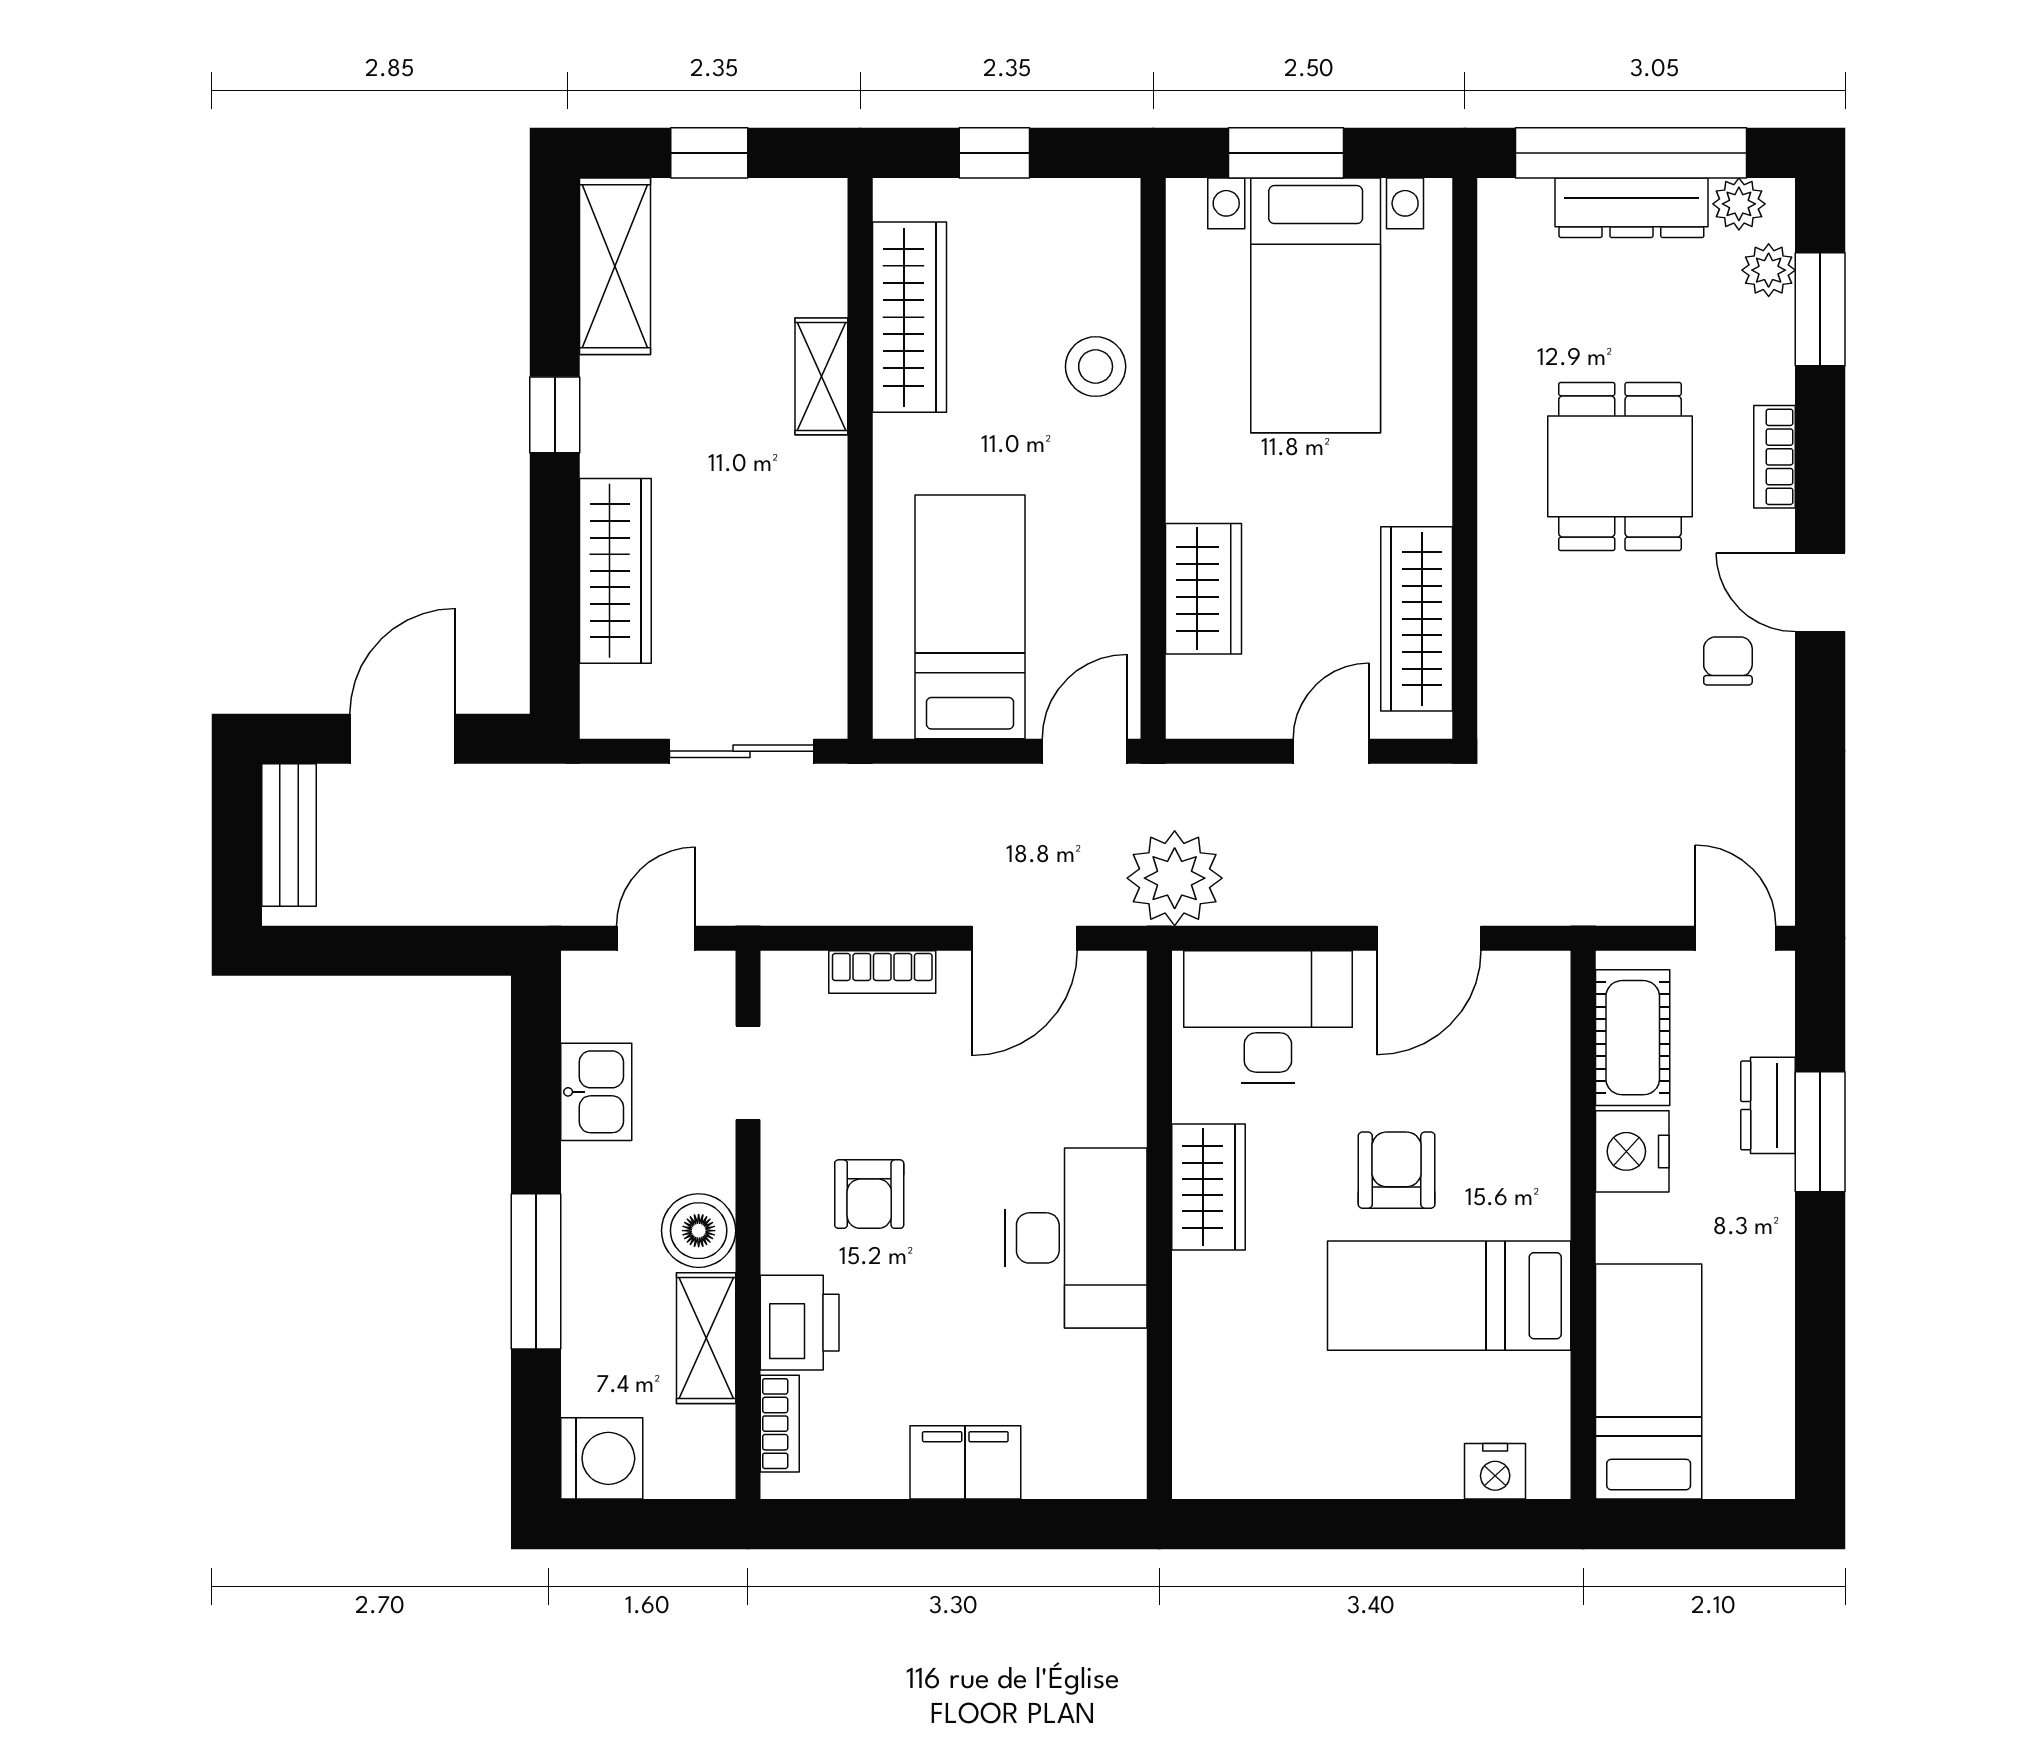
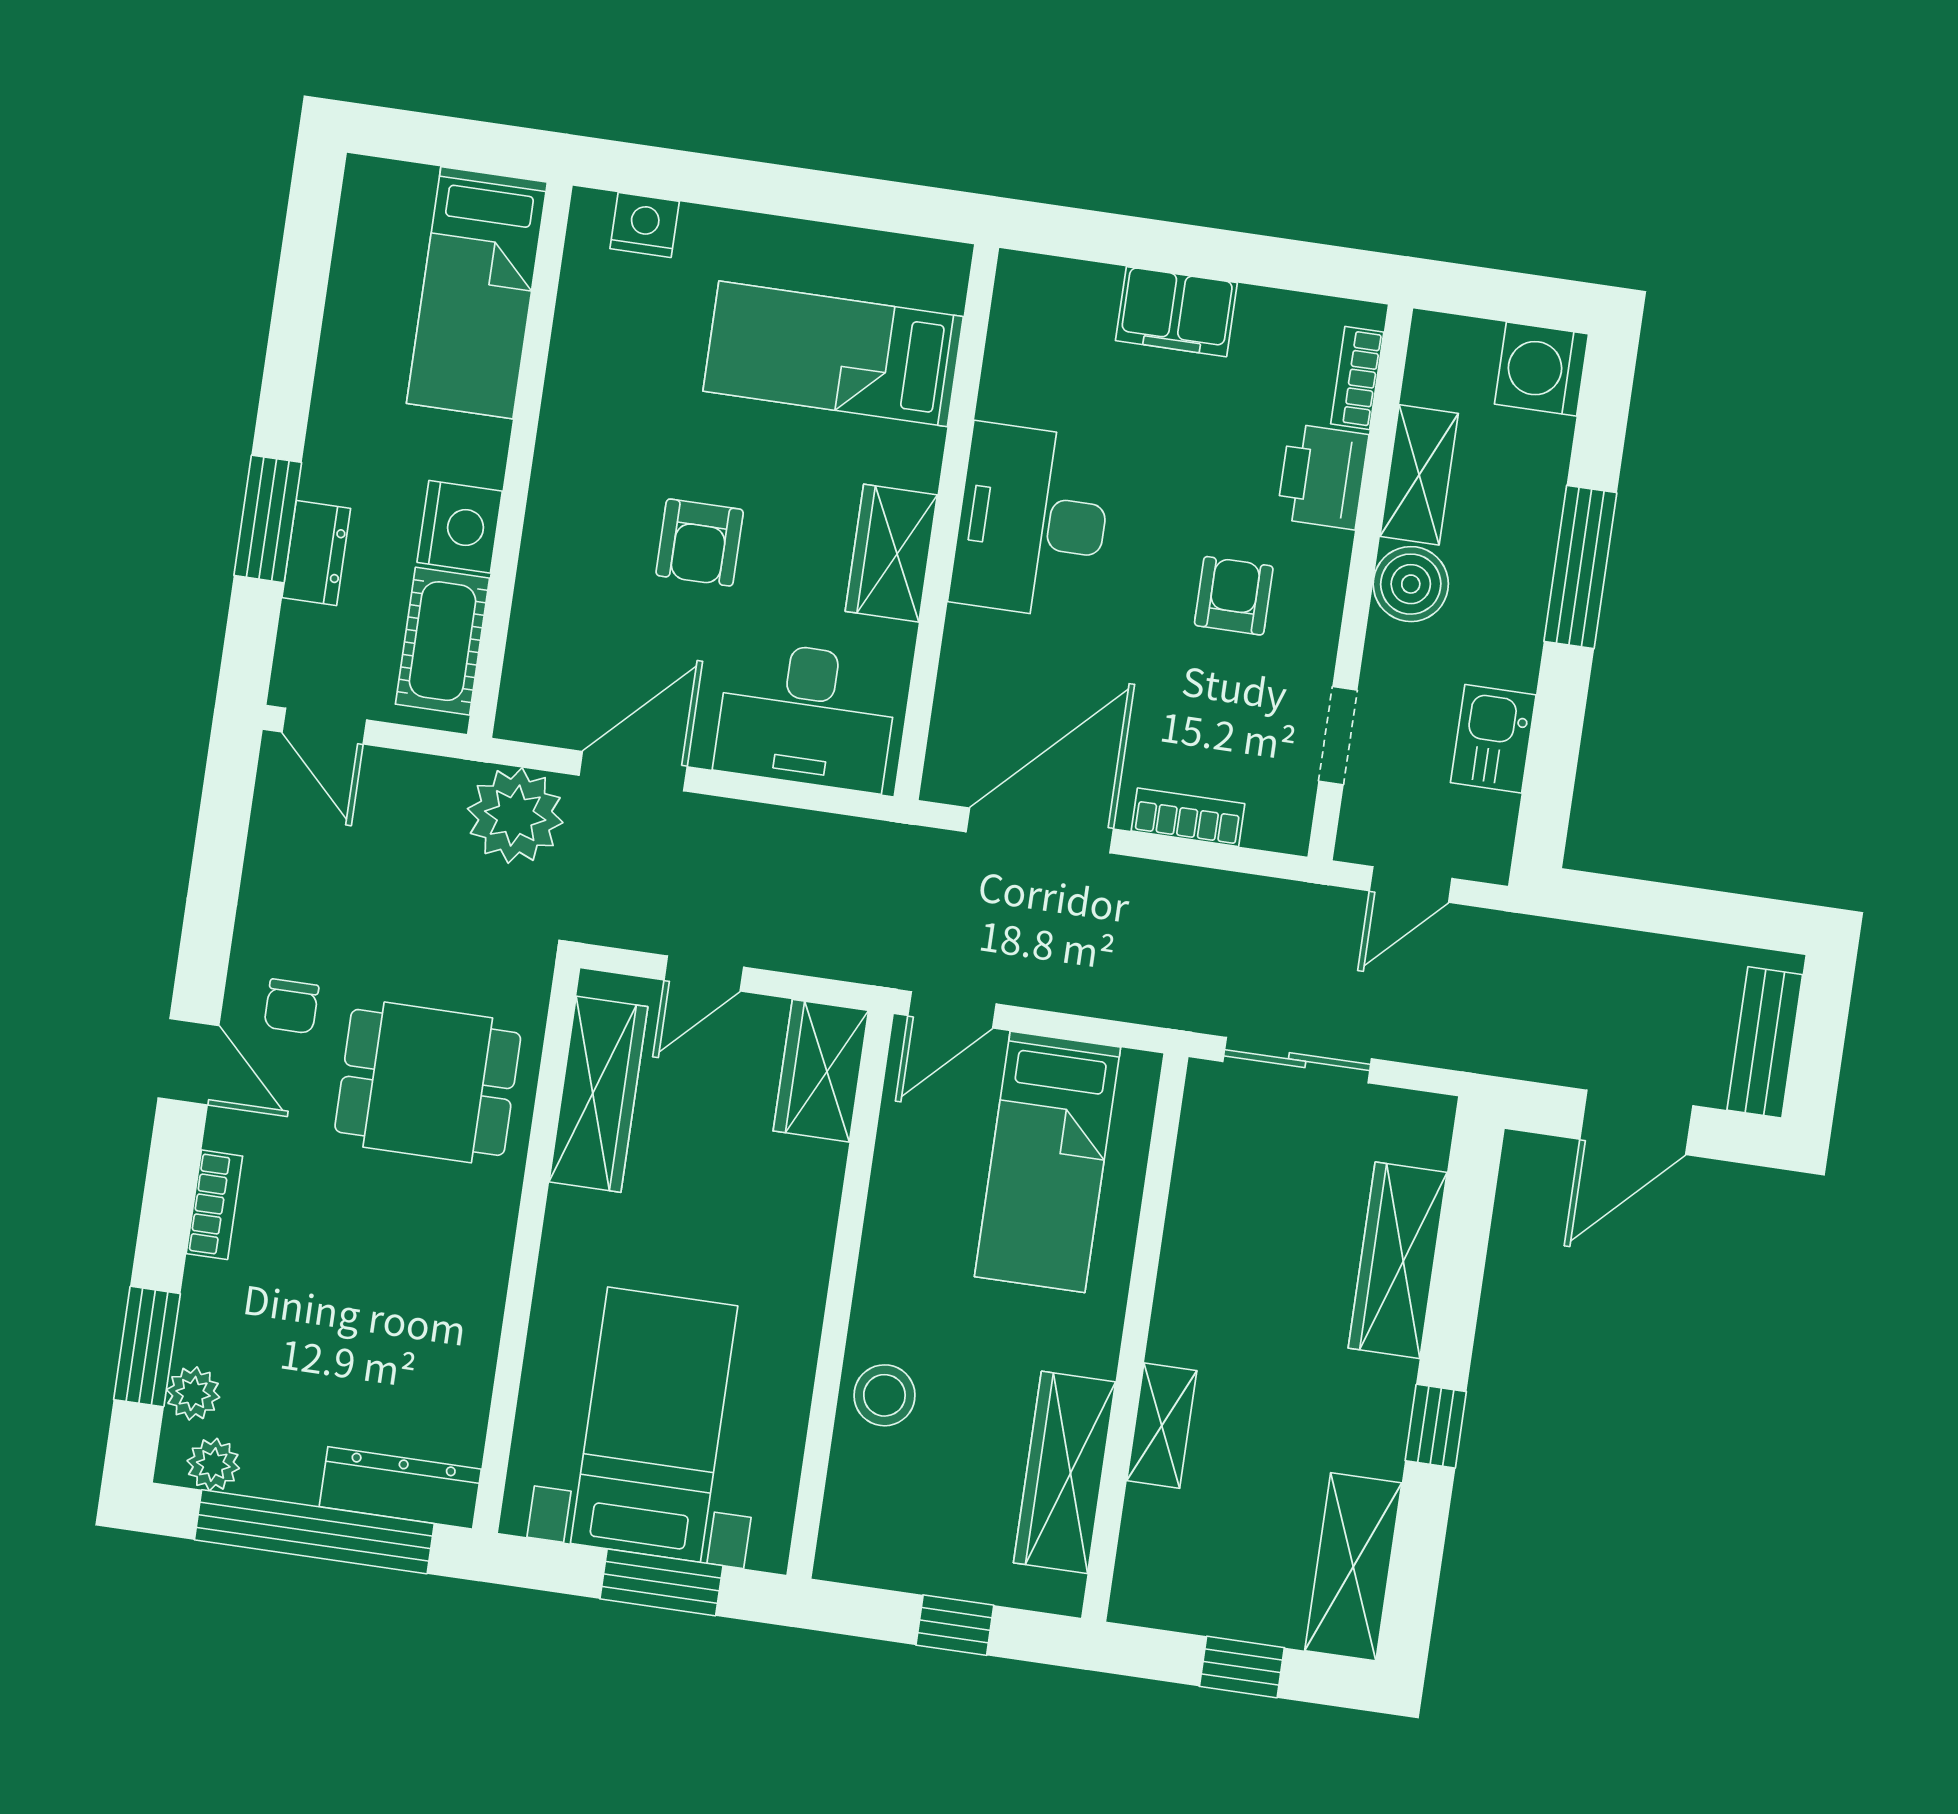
dresser: (1631, 208) -> (400, 1488), moved
dining table: (1620, 466) -> (428, 1082), moved, turned 90
wardrobe: (1204, 589) -> (821, 1071), moved
plant: (1175, 878) -> (515, 816), moved
door: (1025, 938) -> (1040, 830), width x1.36
bed: (1449, 1296) -> (833, 354), moved, turned 180

